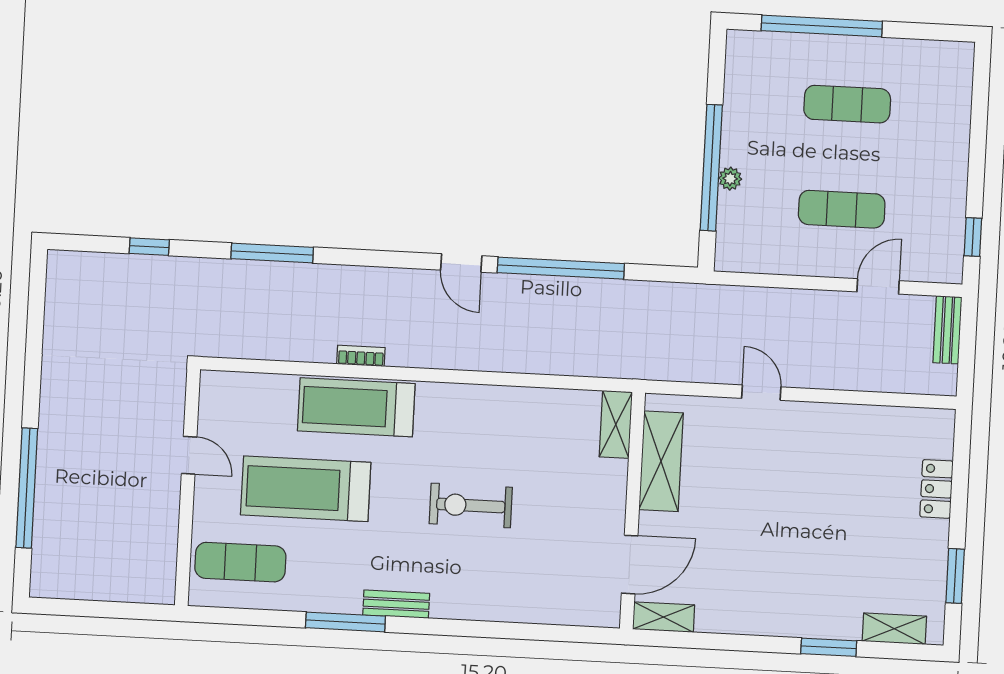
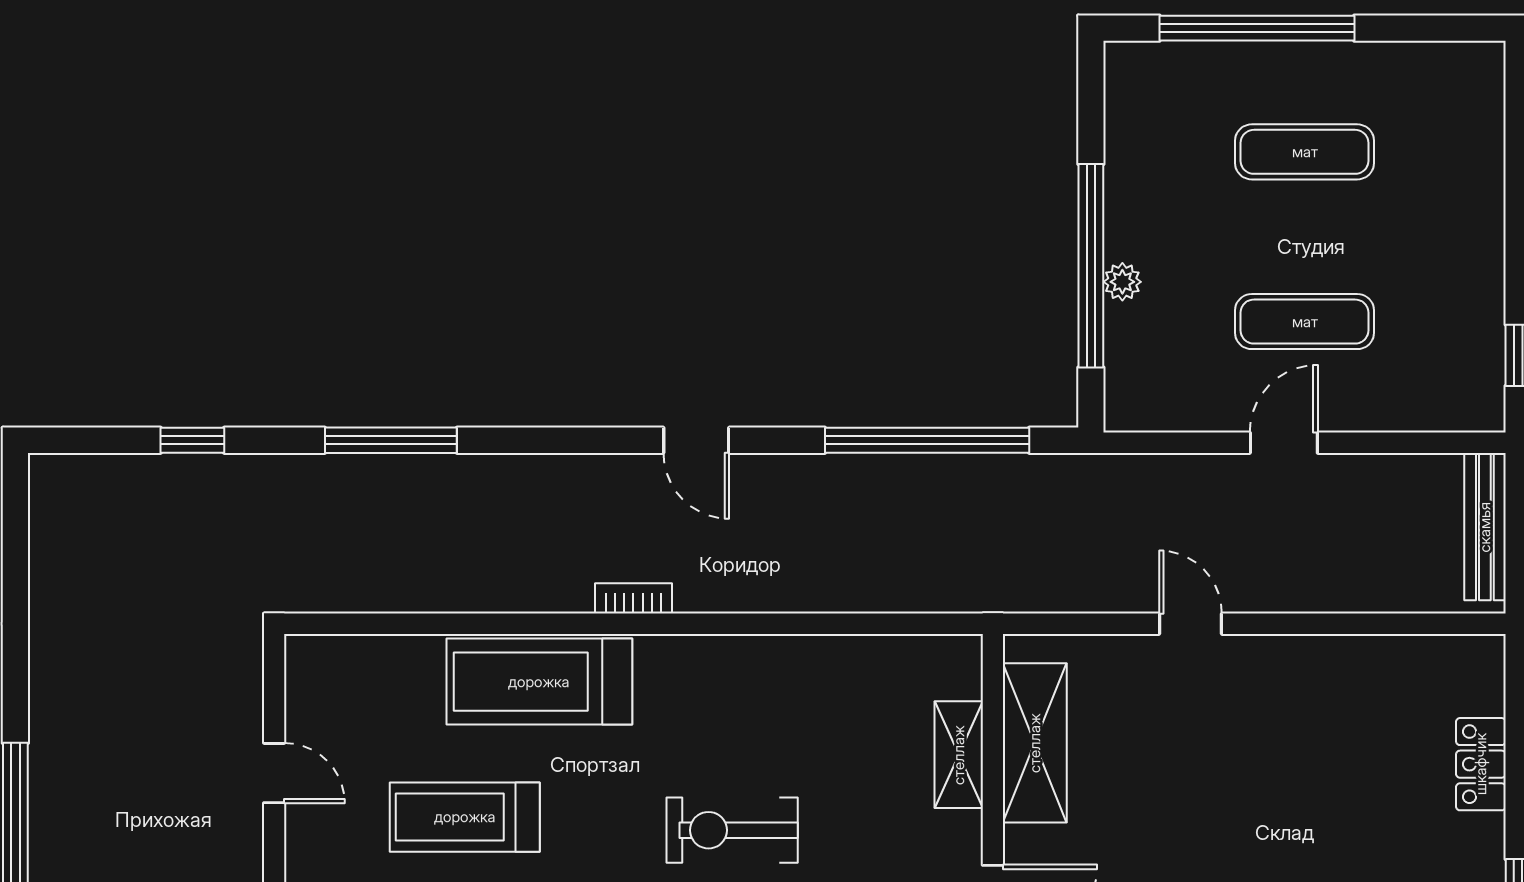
window: (561, 268) -> (927, 440), moved
door: (878, 286) -> (1284, 443), moved
bench: (947, 330) -> (1485, 527), width x1.36
bookcase: (361, 356) -> (633, 598), moved
shelving: (616, 424) -> (959, 755), moved
treadmill: (306, 489) -> (465, 817), width x0.73, depth x0.73

